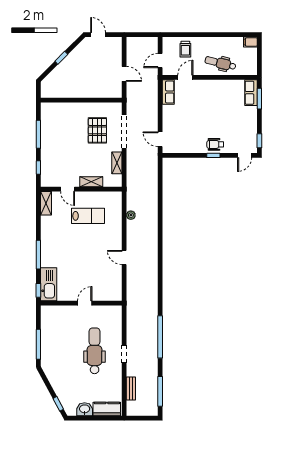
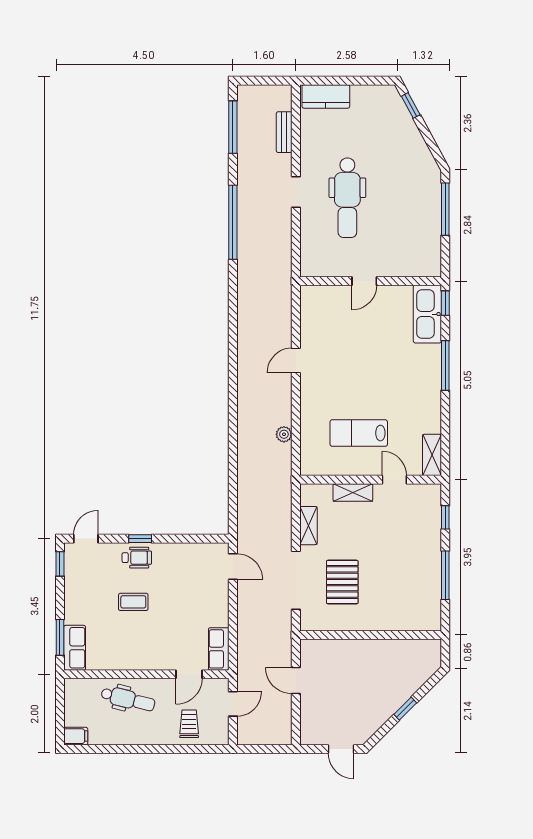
coffee table: (217, 119) -> (133, 602), added
door: (124, 258) -> (296, 360), swing flipped
washbasin: (85, 409) -> (365, 96), removed

